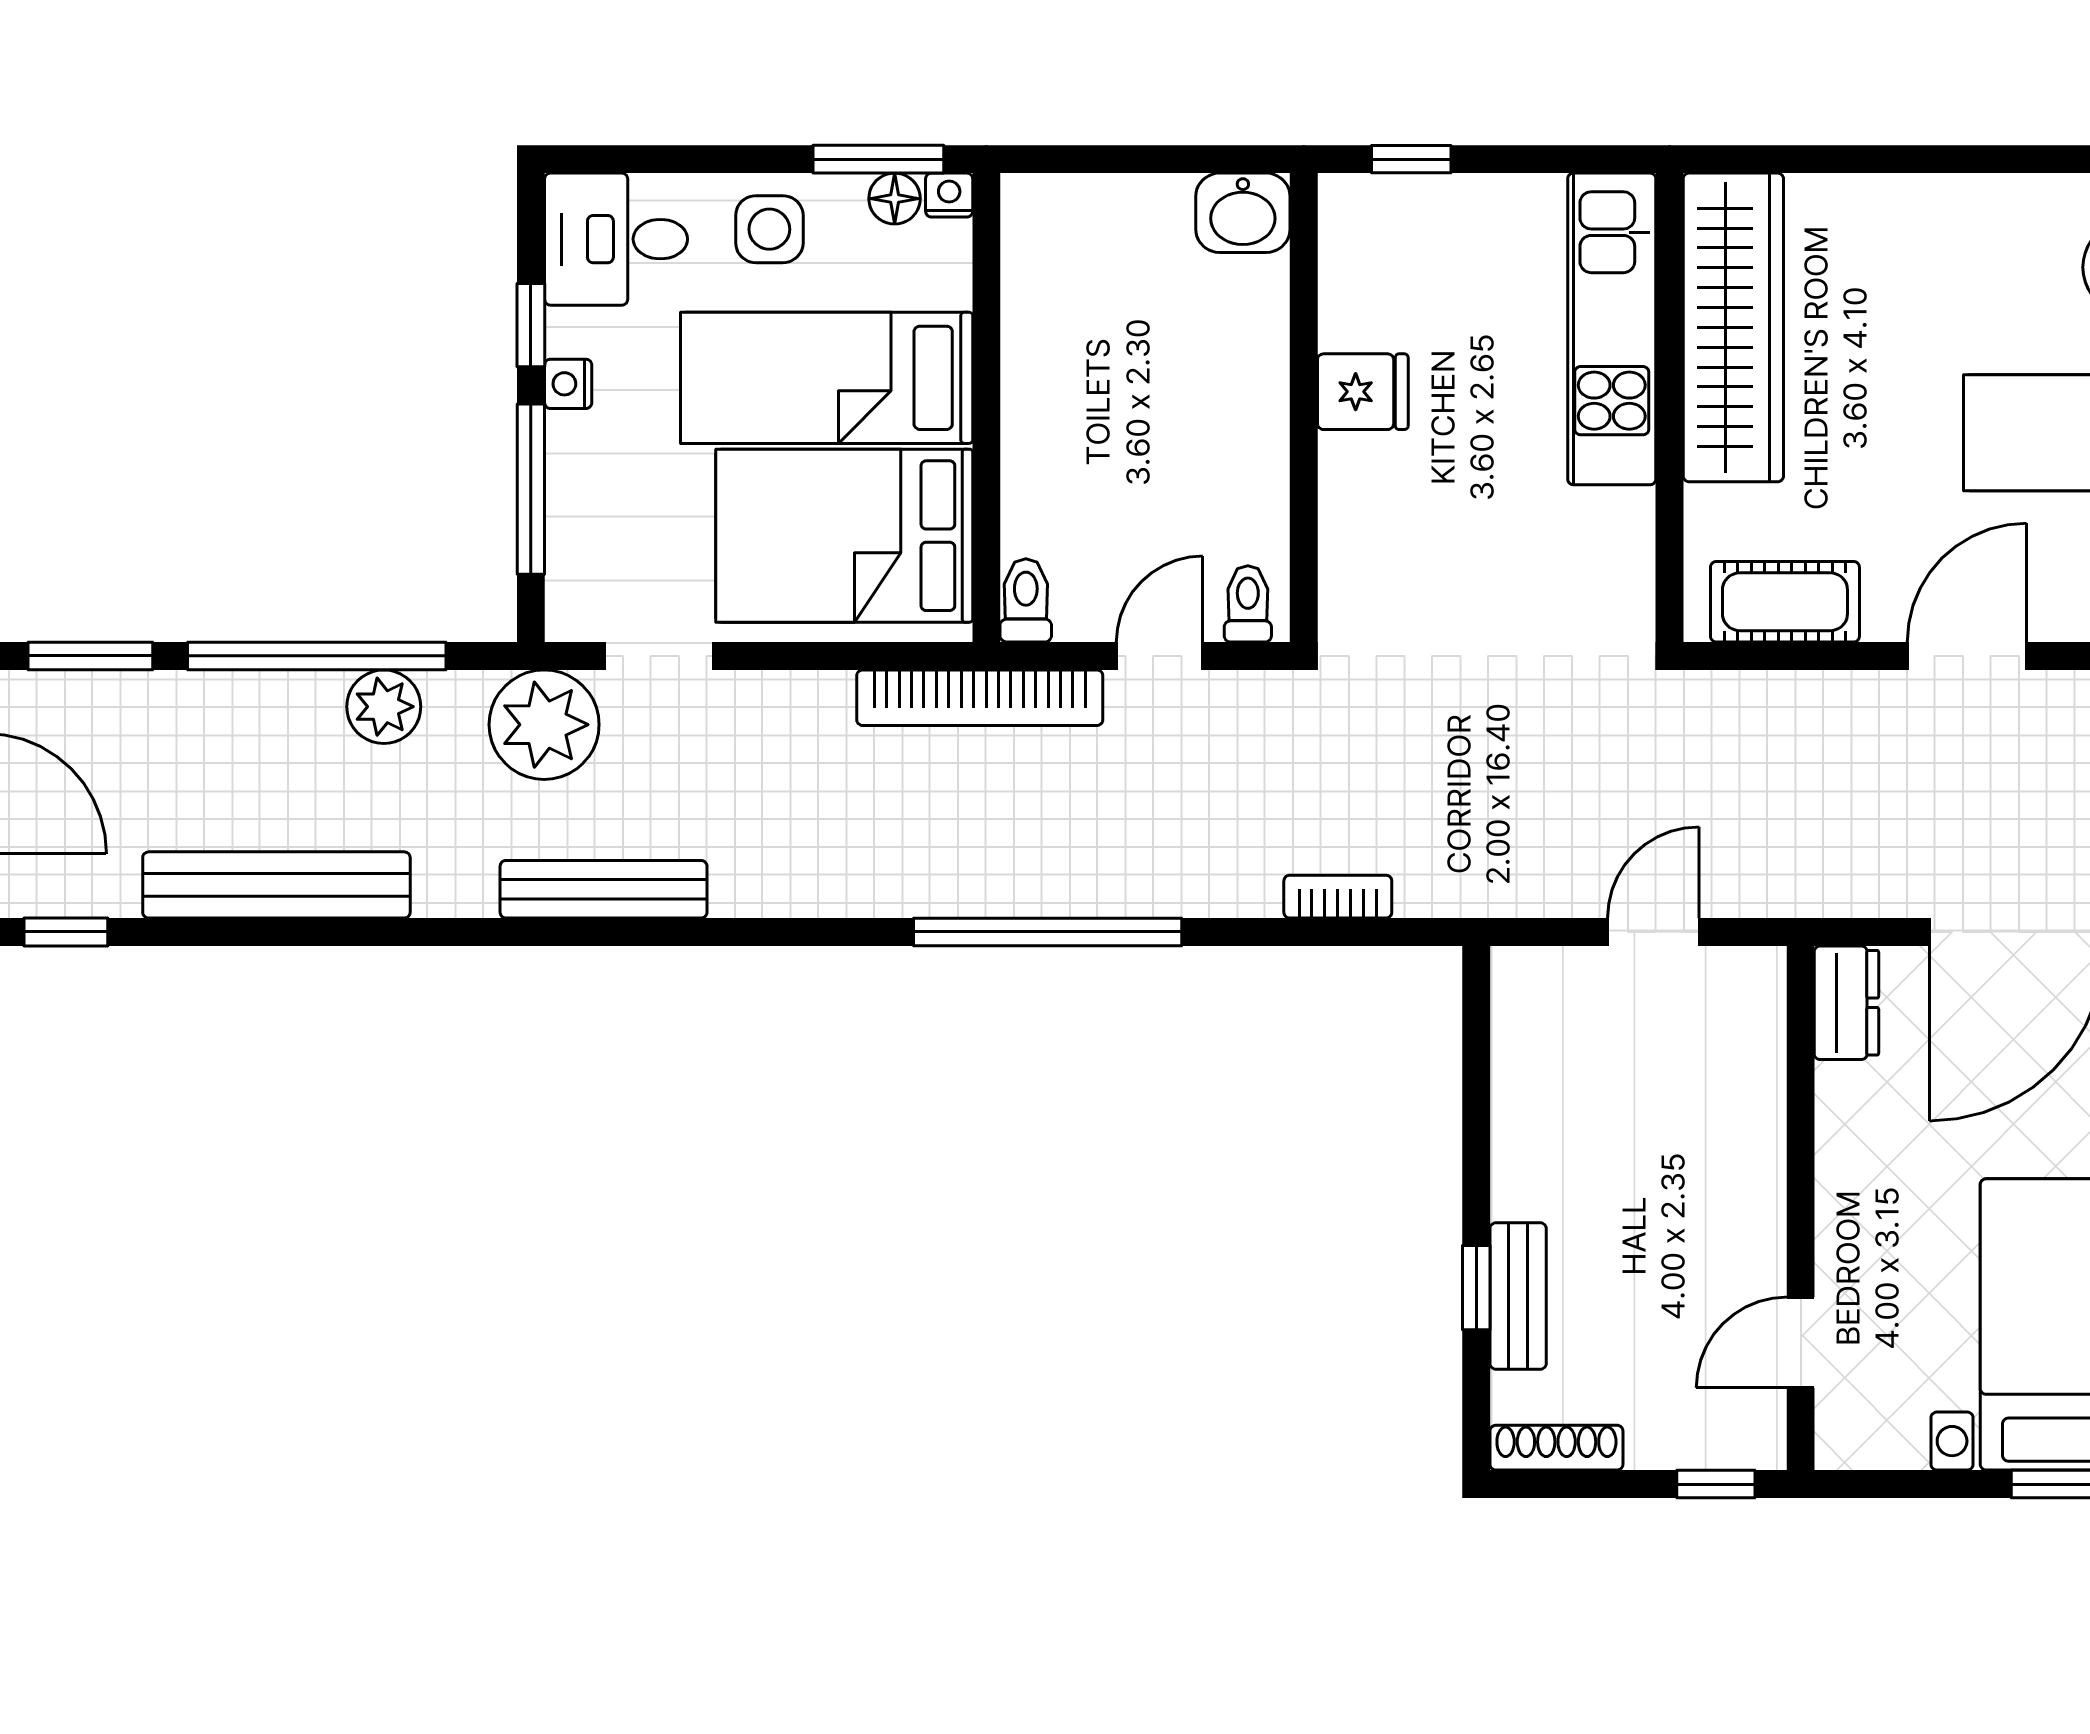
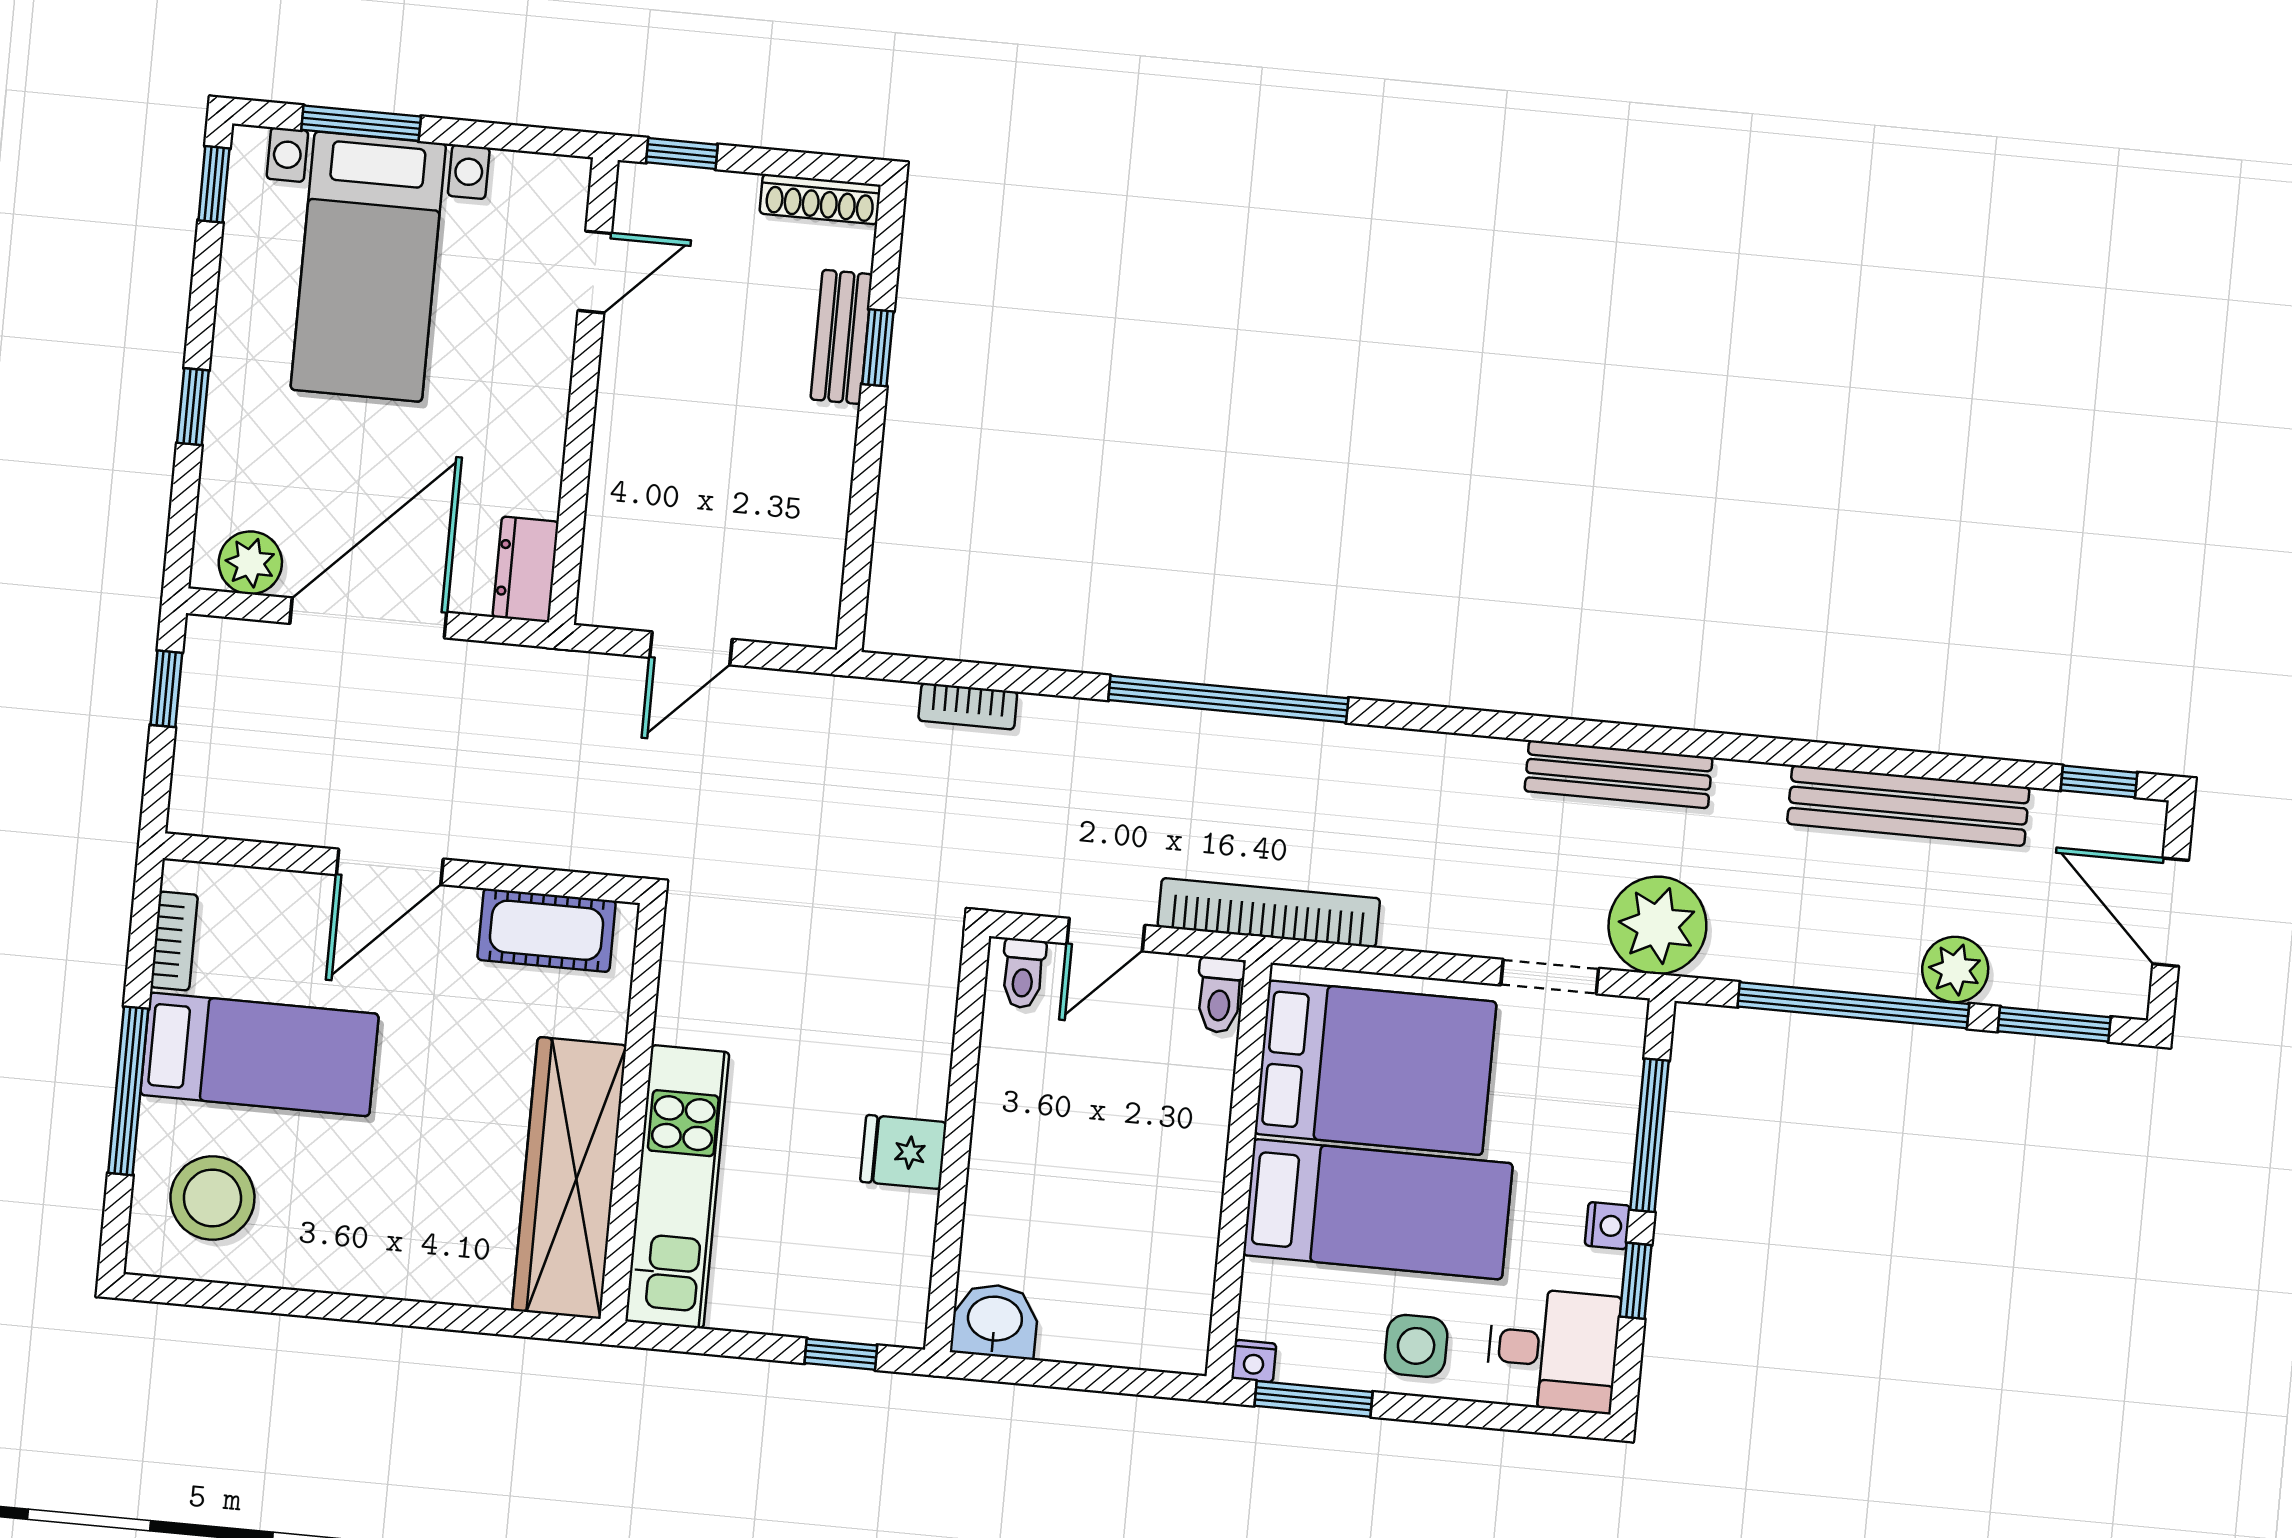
floor lamp: (895, 199) -> (1302, 1363), removed
plant: (384, 707) -> (1955, 970), moved

